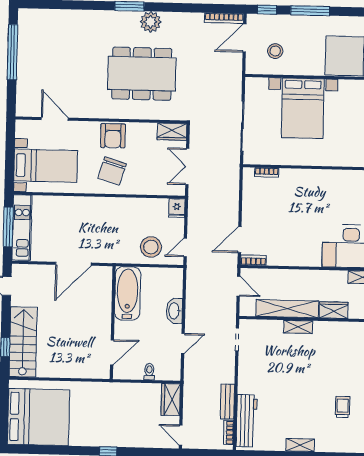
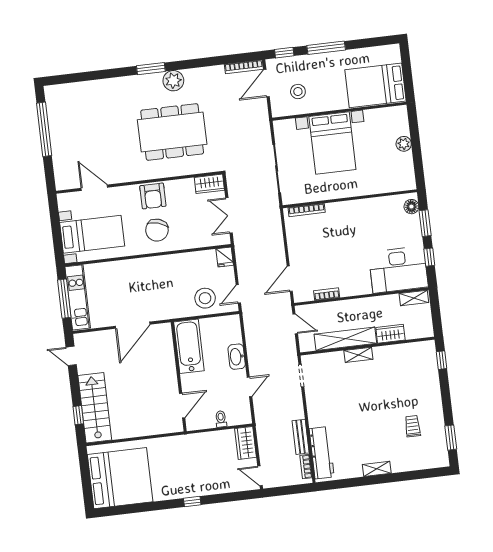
bookcase: (267, 172) -> (307, 210), width x1.56
bookcase: (253, 260) -> (327, 294), moved

